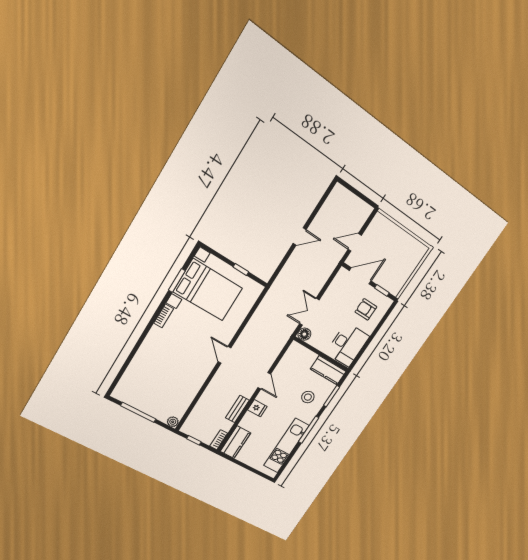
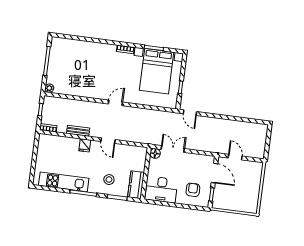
door: (300, 236) -> (190, 113), moved
door: (264, 381) -> (108, 141), hinge flipped
kitchen counter: (235, 442) -> (51, 141), removed

